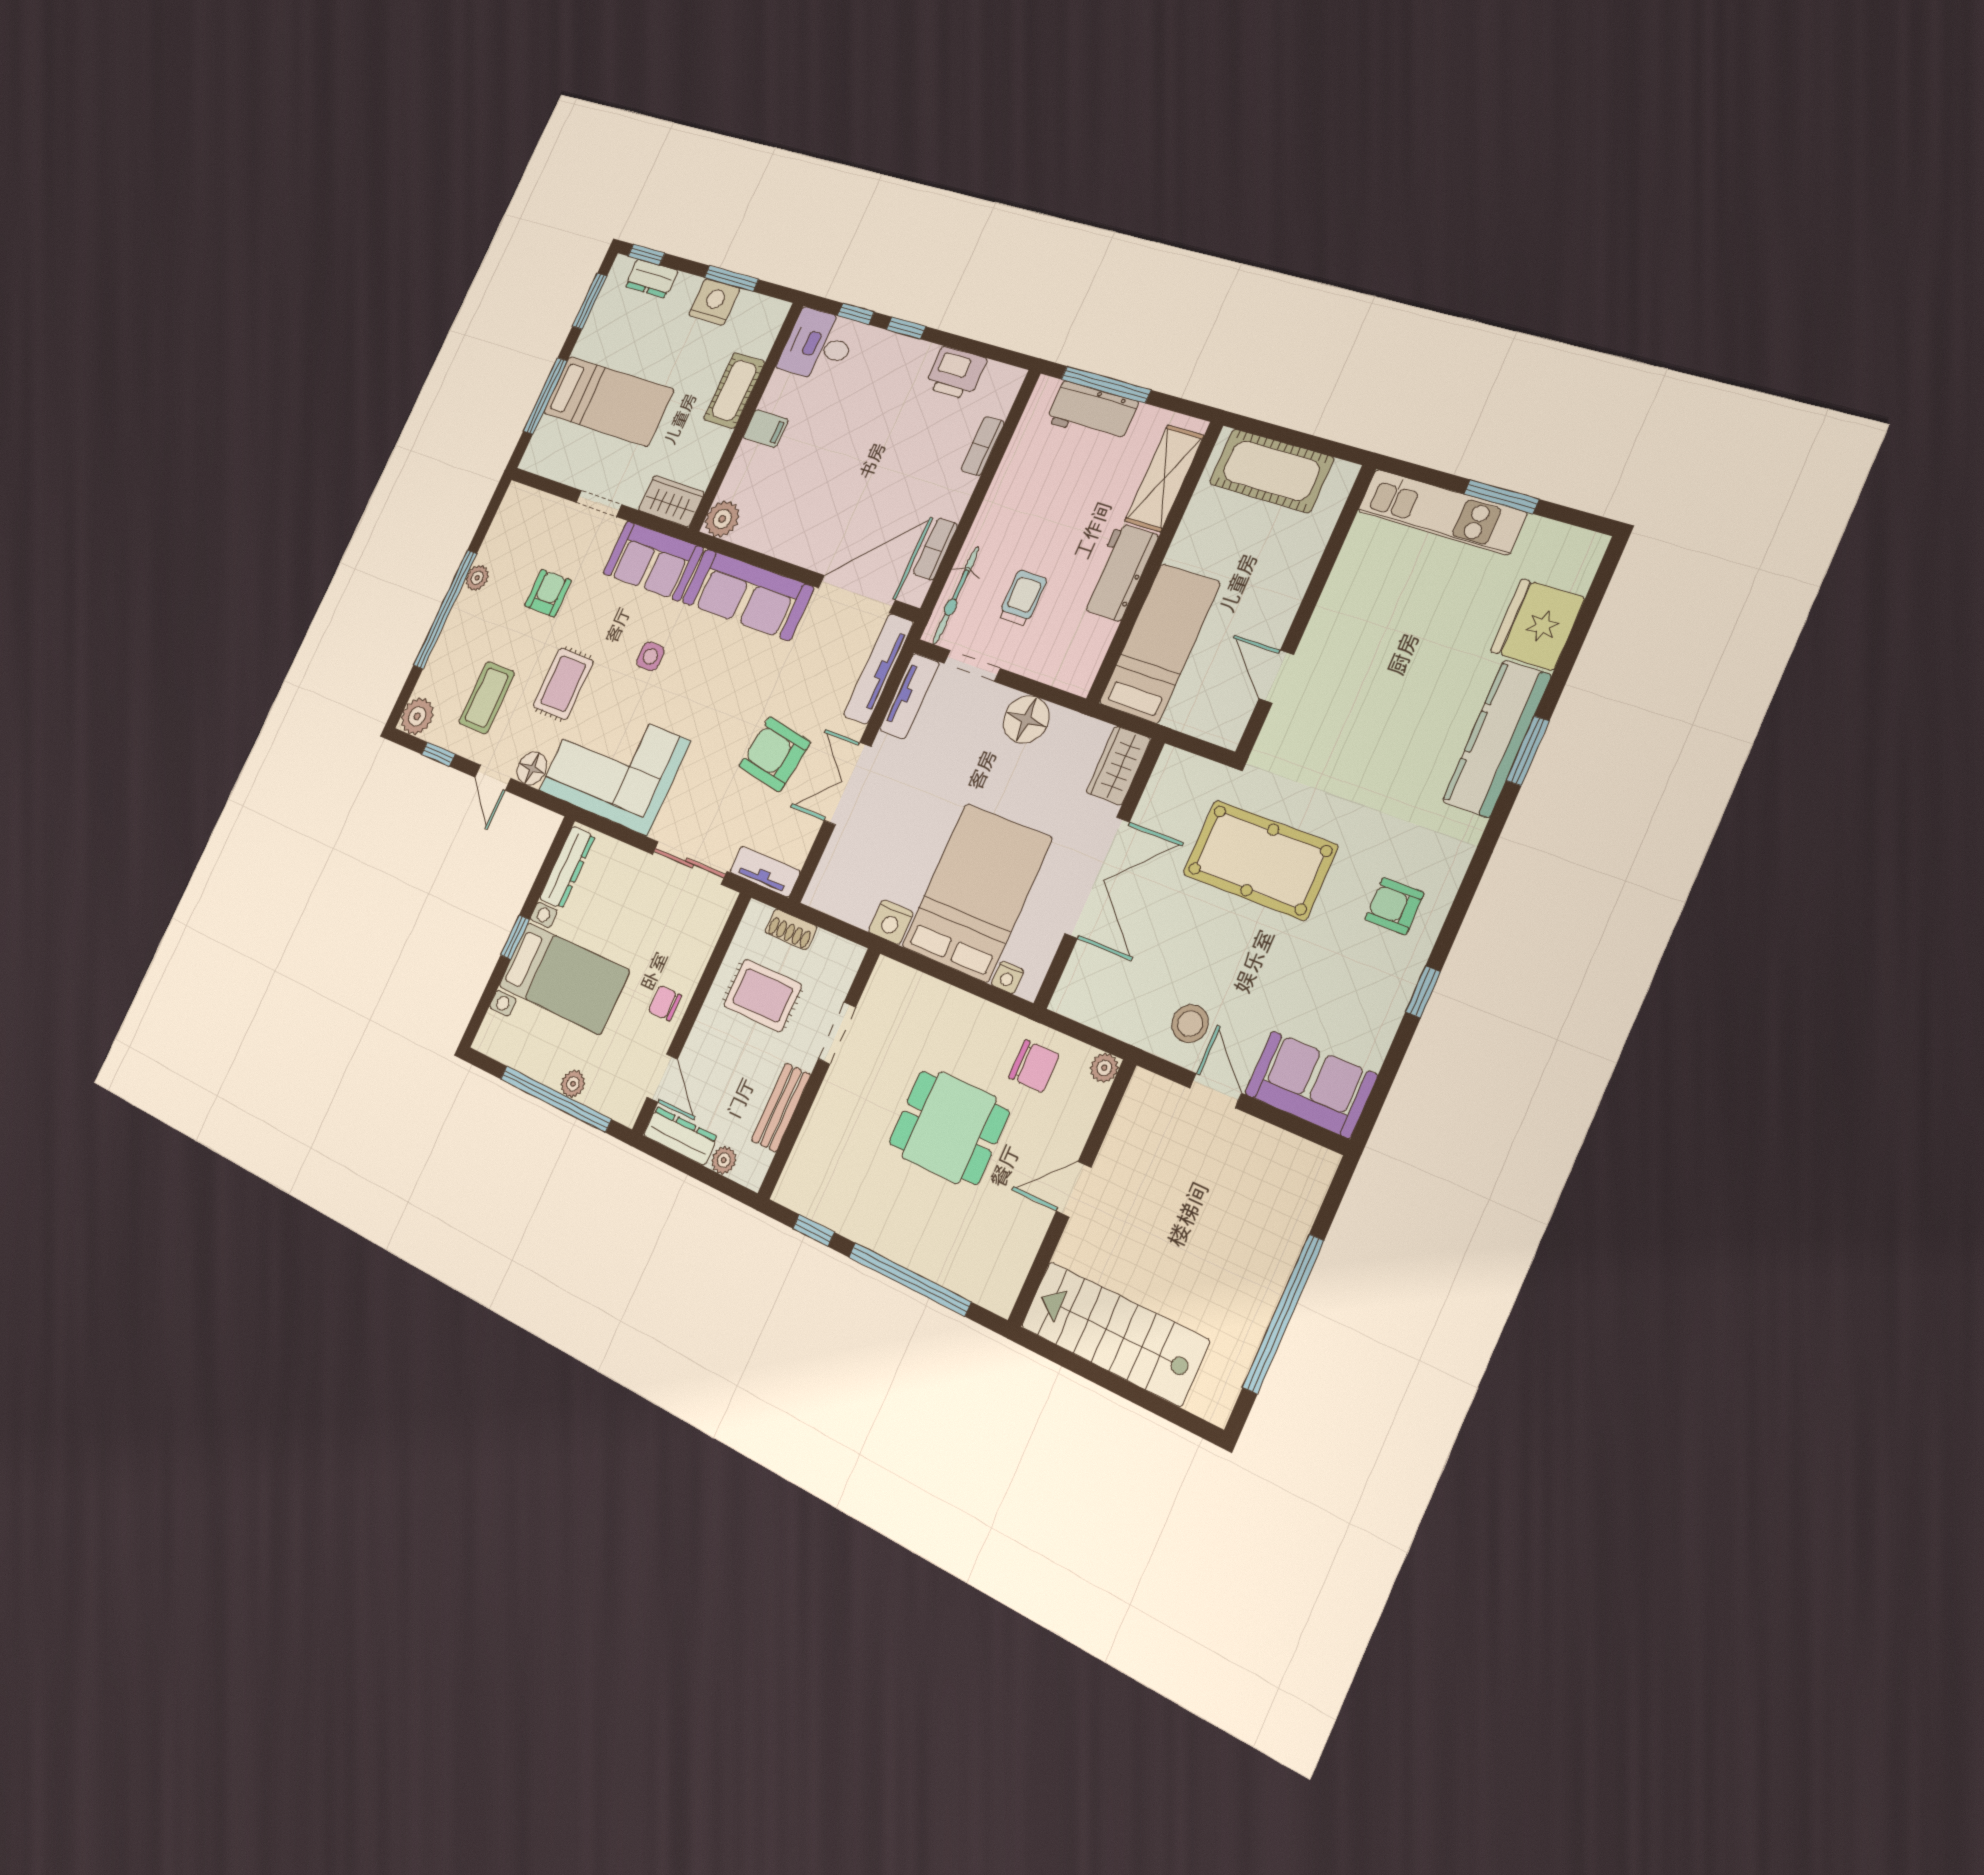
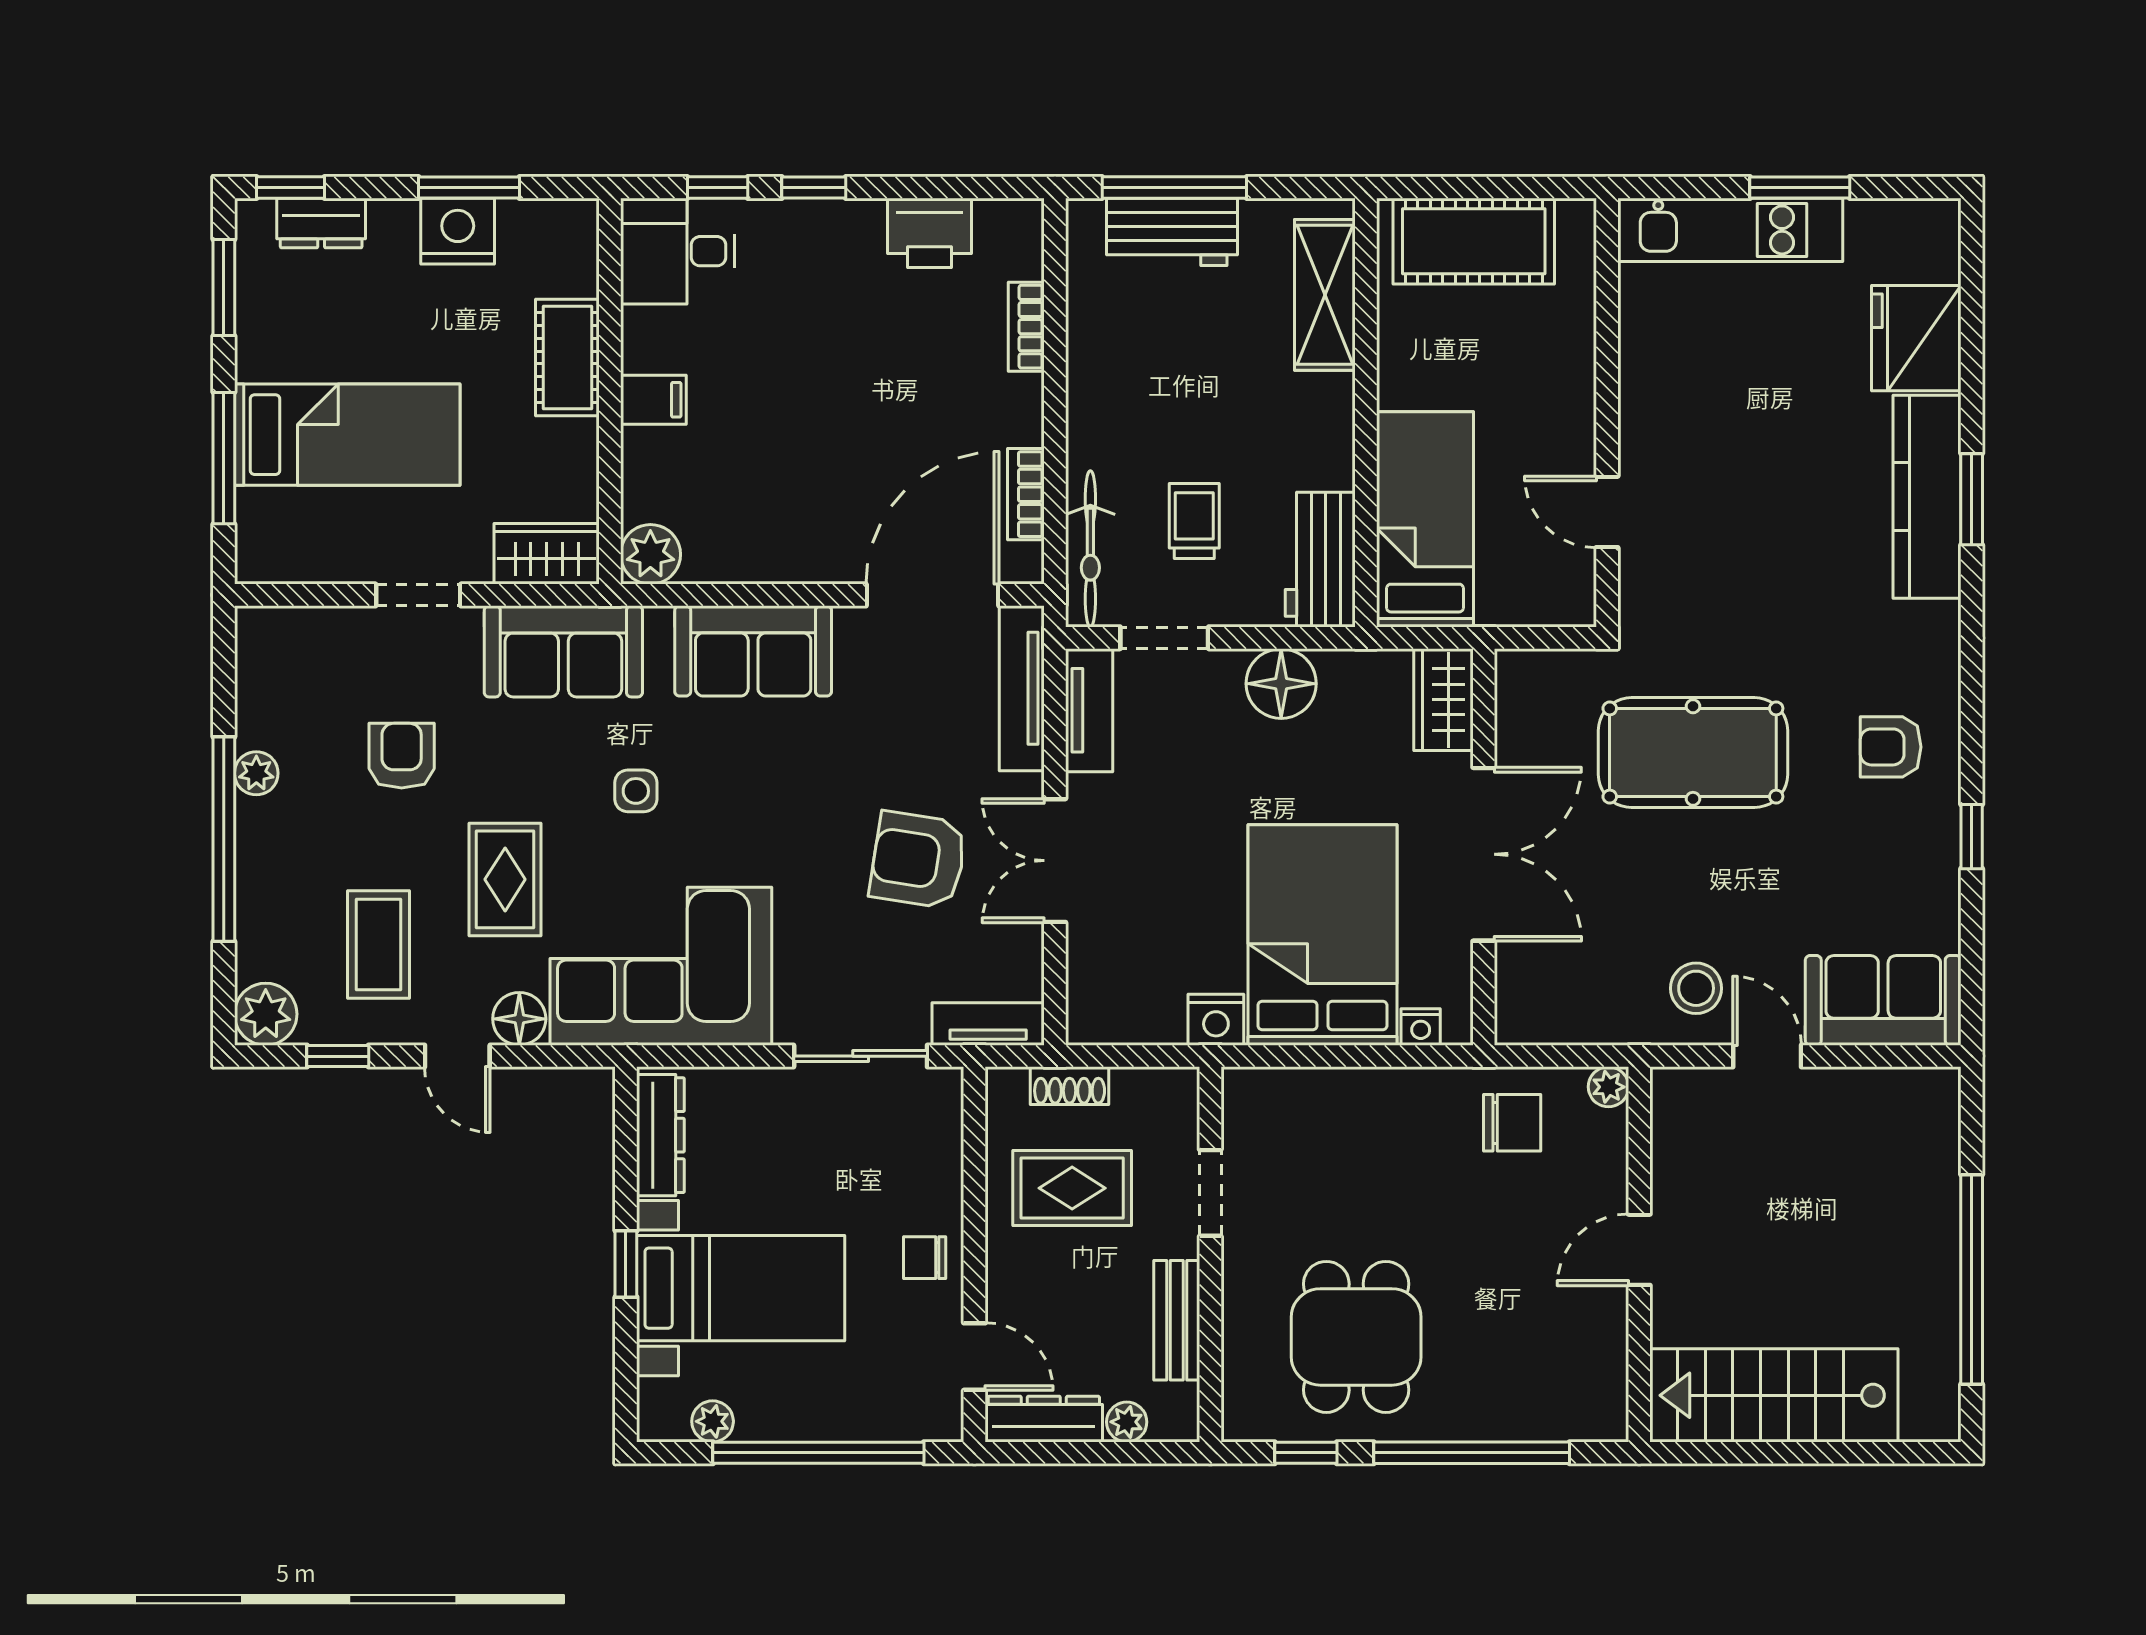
workbench: (1119, 572) -> (1320, 560), moved
sofa: (747, 595) -> (753, 651), width x0.73
plant: (573, 1084) -> (713, 1421), moved
dining table: (949, 1127) -> (1356, 1337), moved, turned 90

